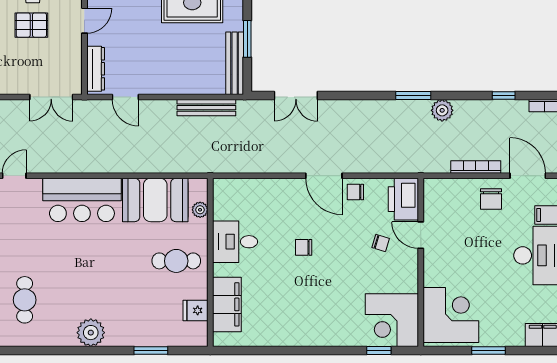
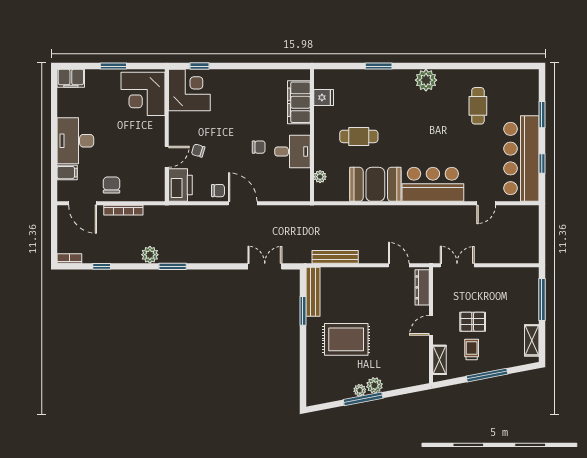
plant: (200, 210) -> (320, 177), moved
door: (421, 235) -> (167, 157), hinge flipped
desk: (235, 242) -> (292, 152), moved
wall: (210, 262) -> (312, 135), moved
filing cabinet: (227, 304) -> (299, 102), moved
fridge: (196, 310) -> (324, 97), moved

